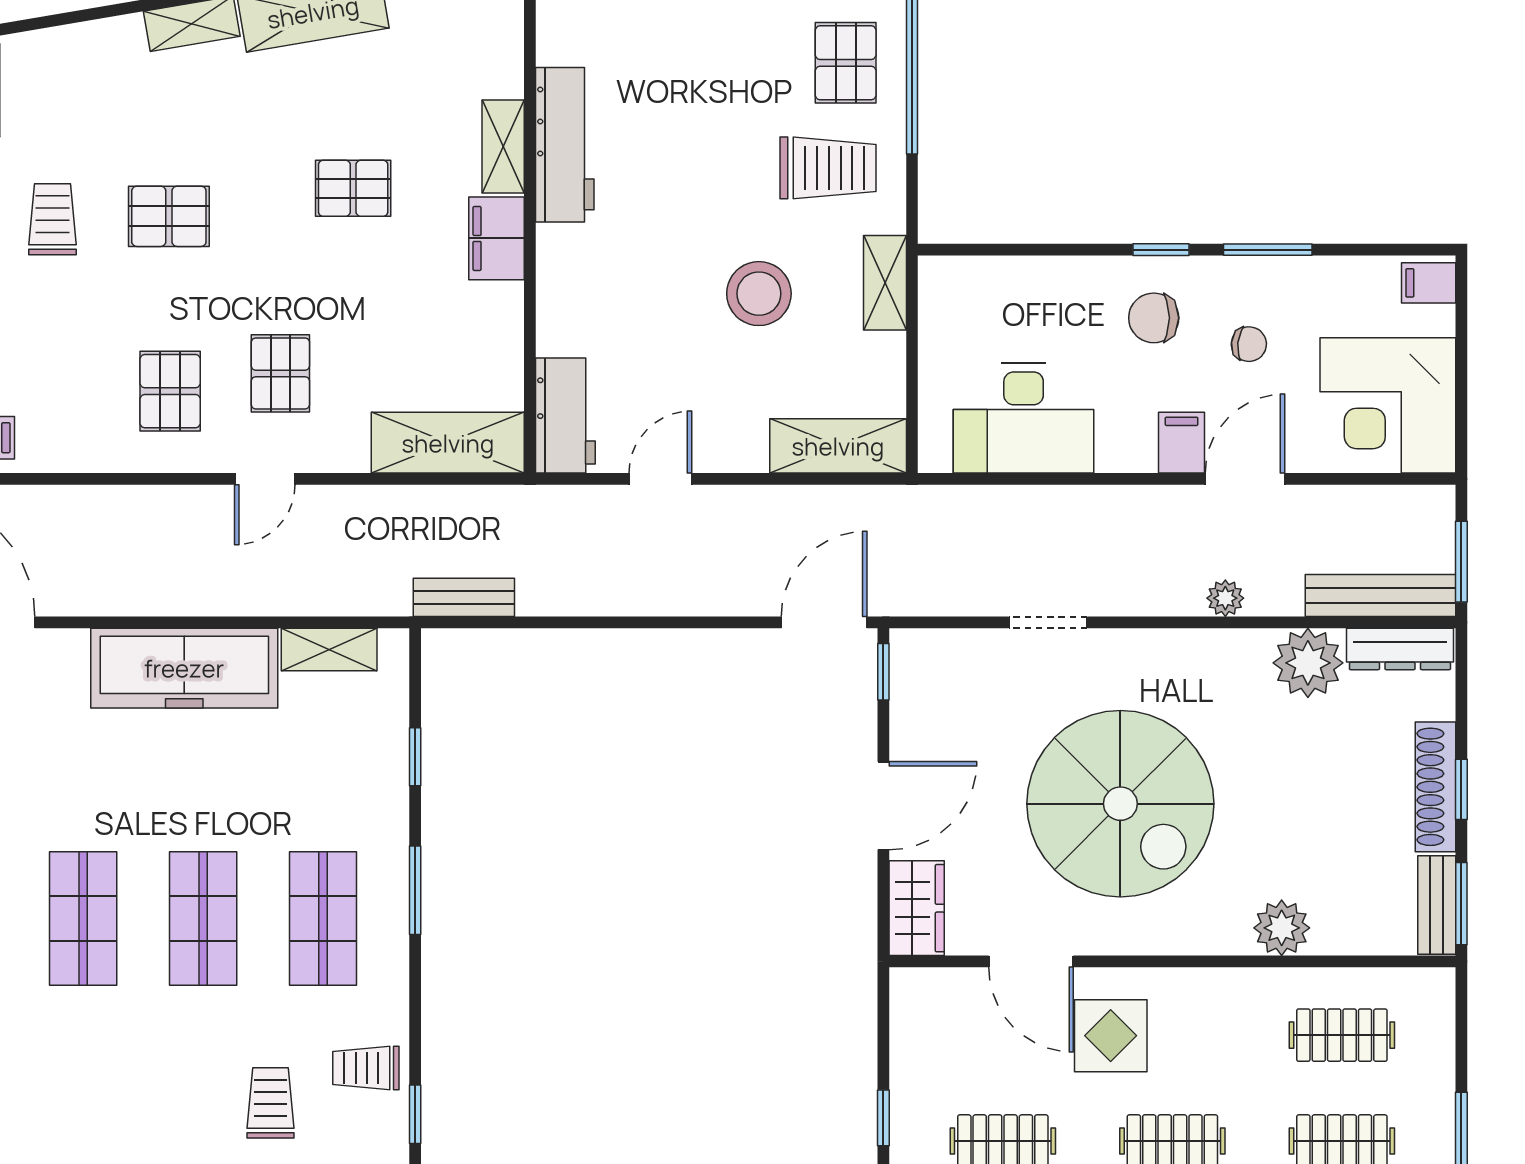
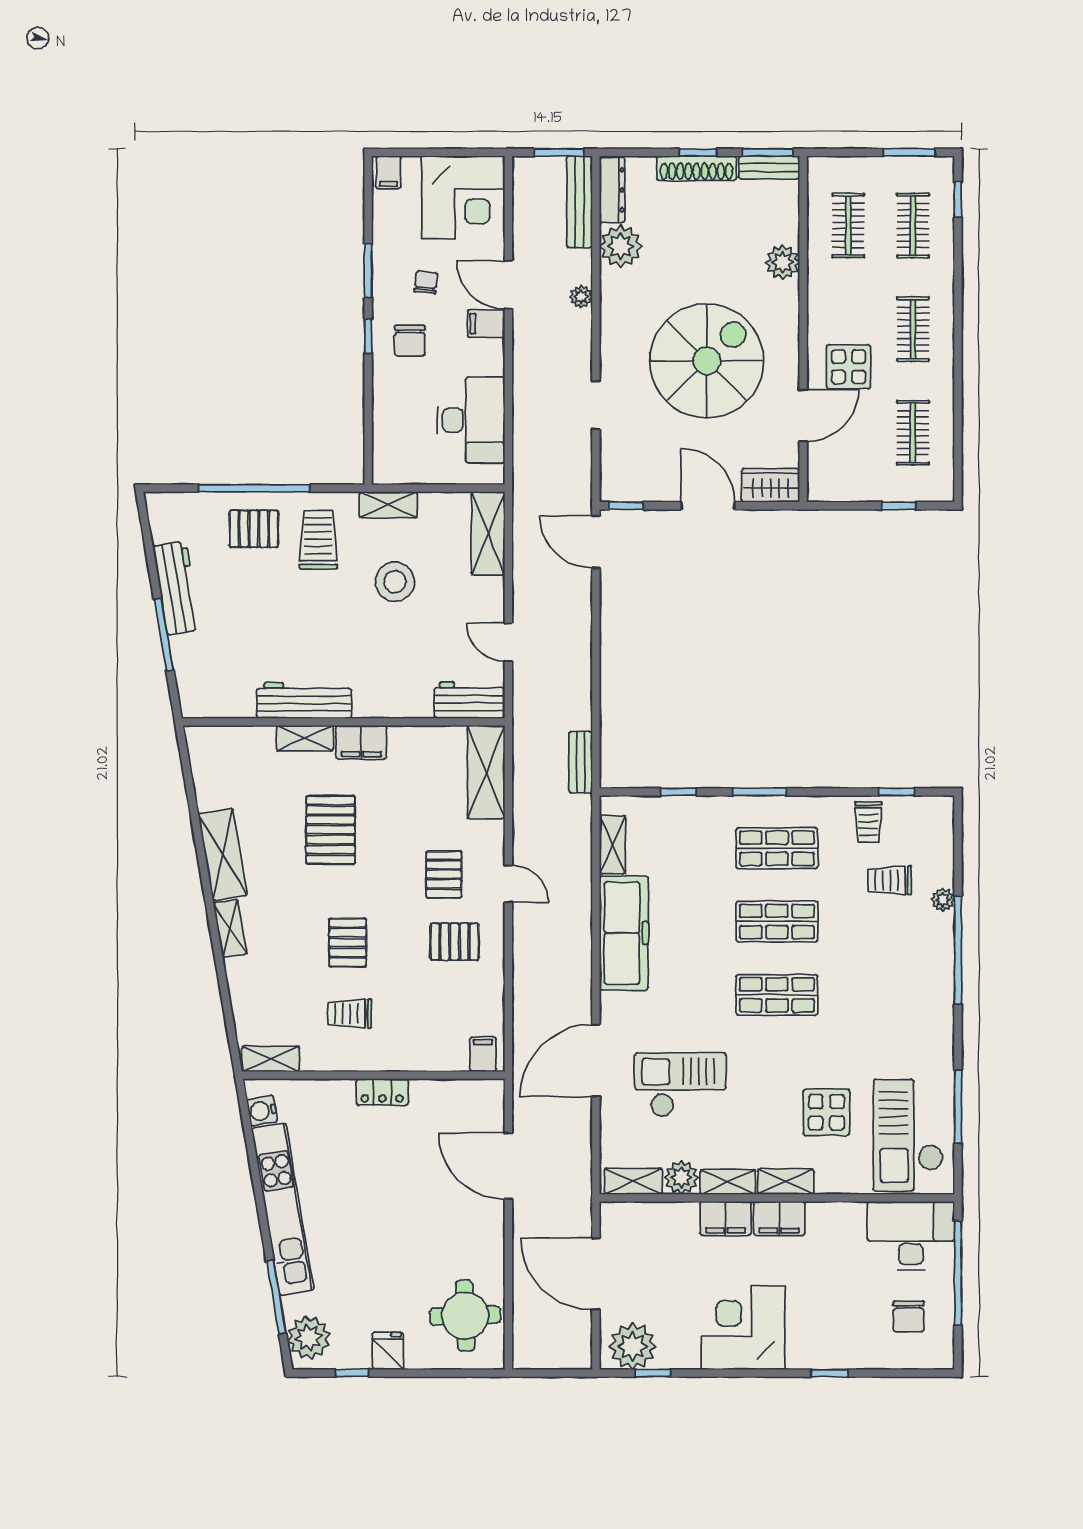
pallet: (353, 188) -> (331, 830), width x1.50, depth x1.42
pallet: (280, 373) -> (444, 874), turned 90

